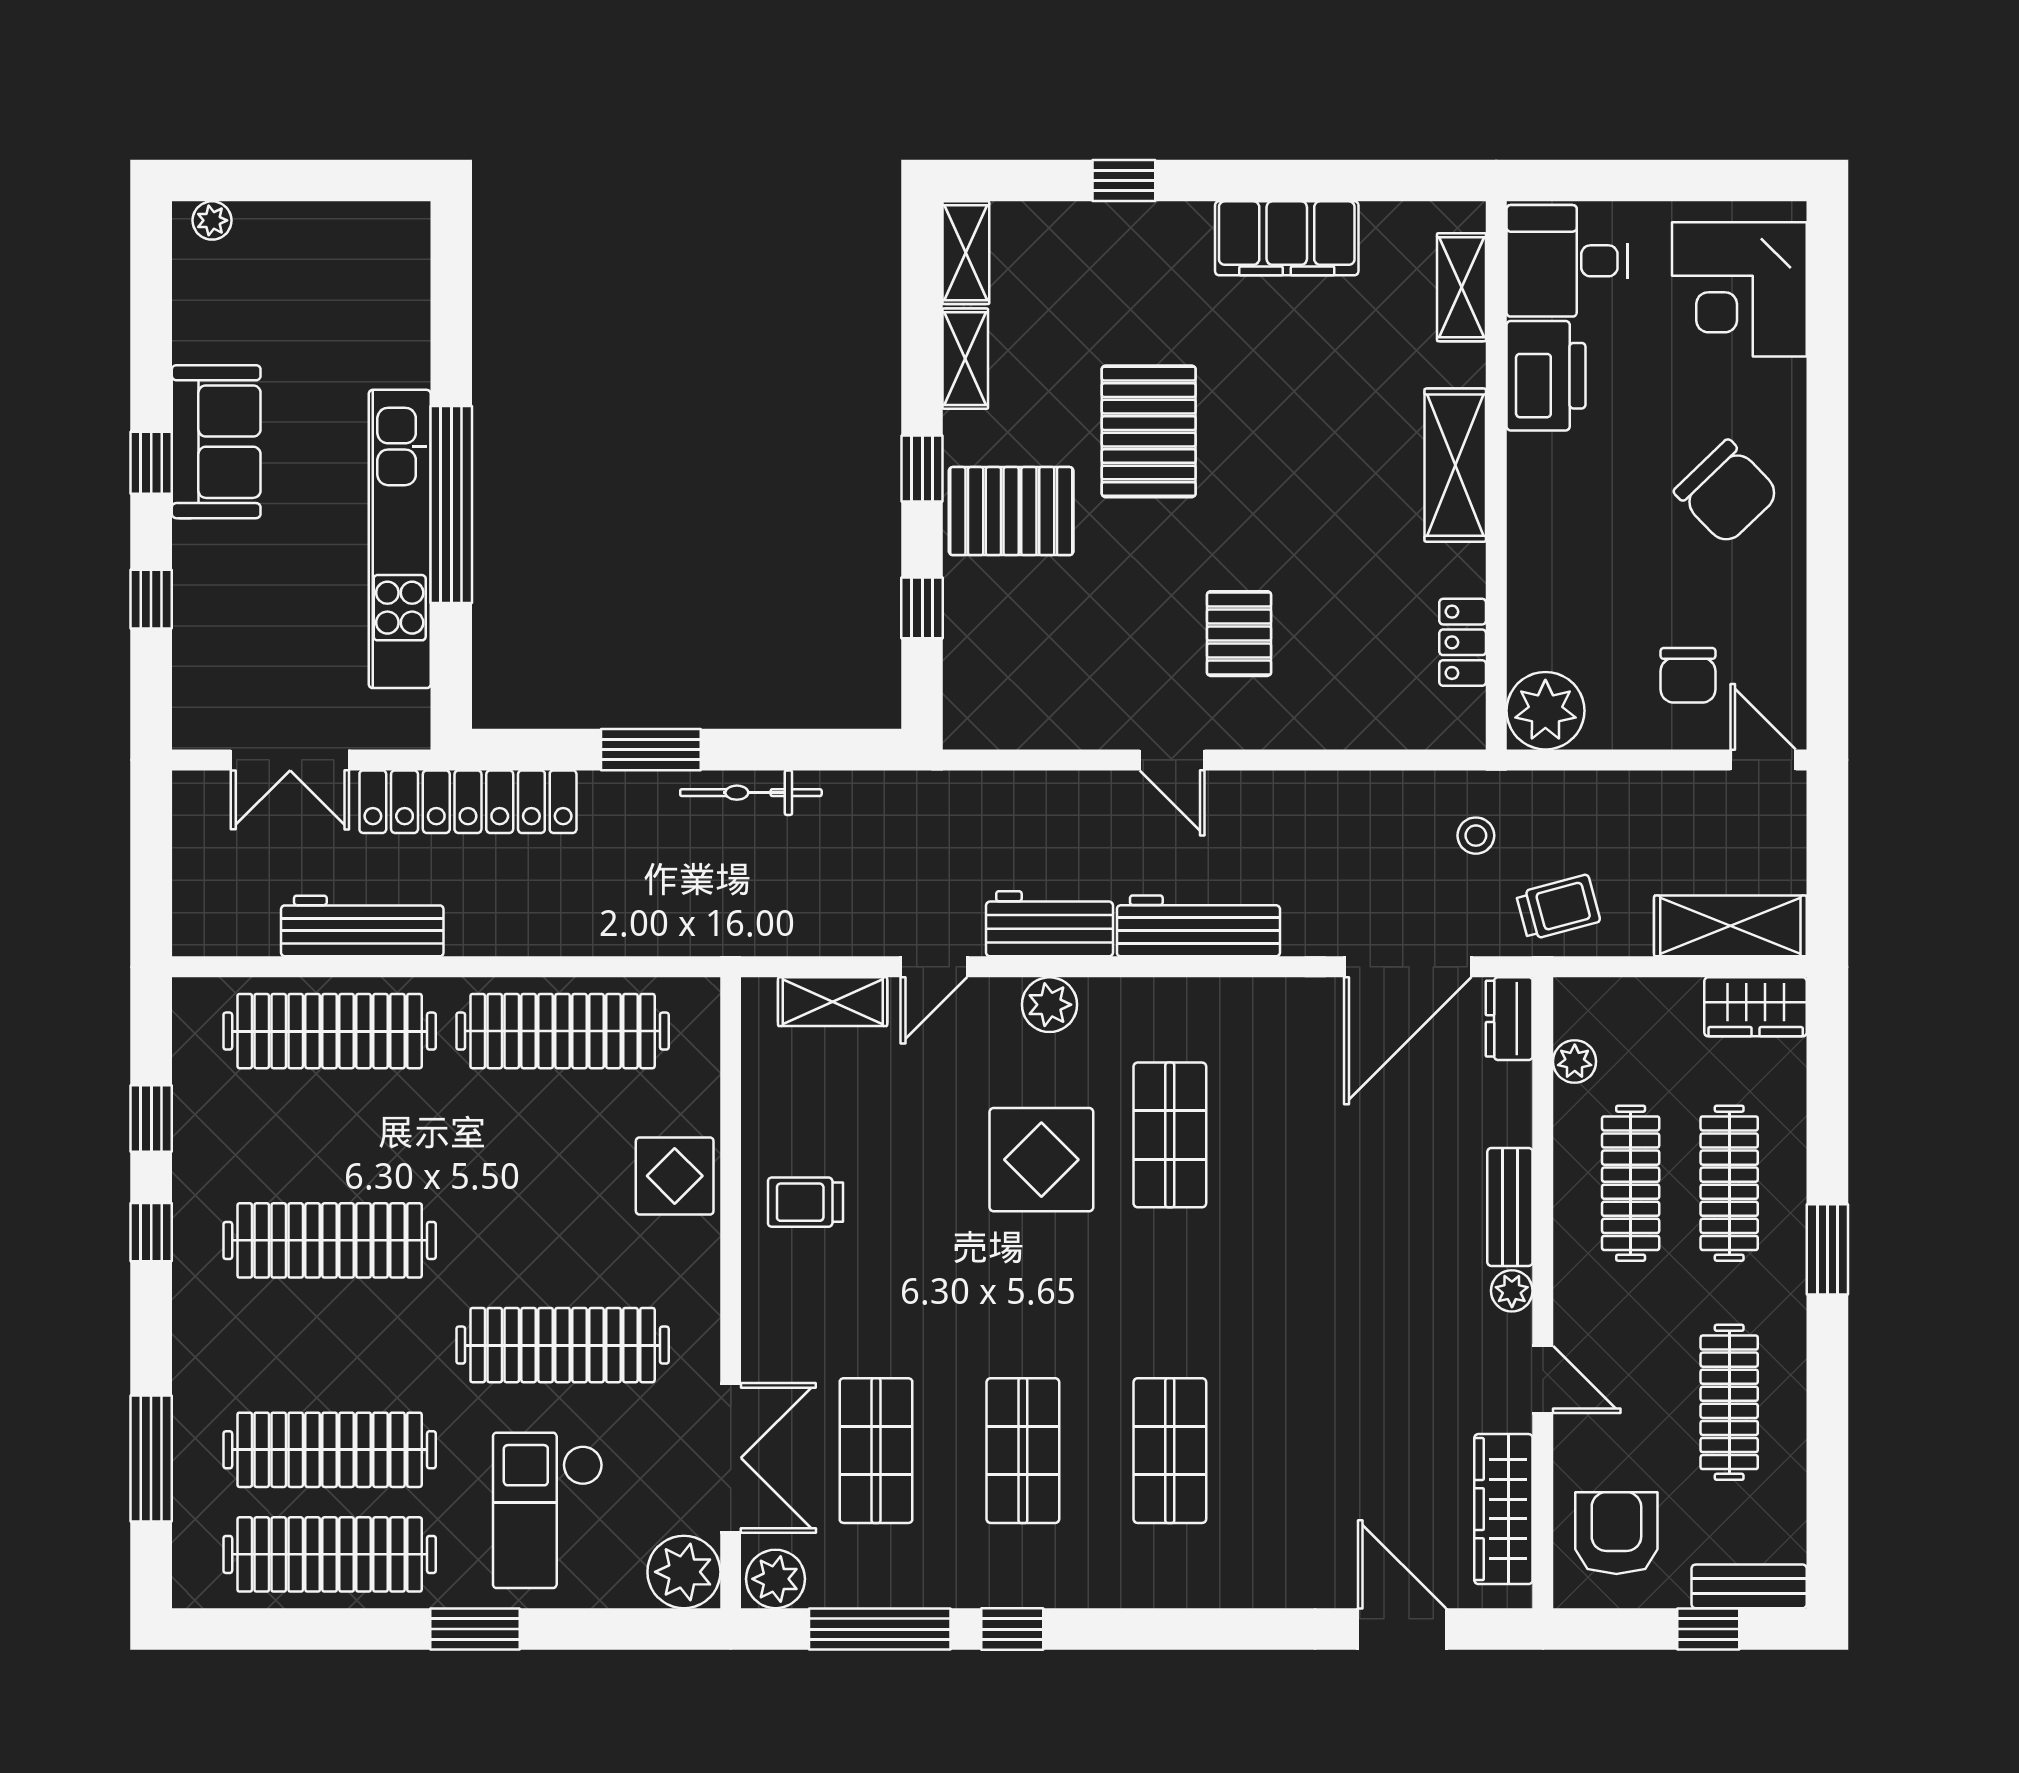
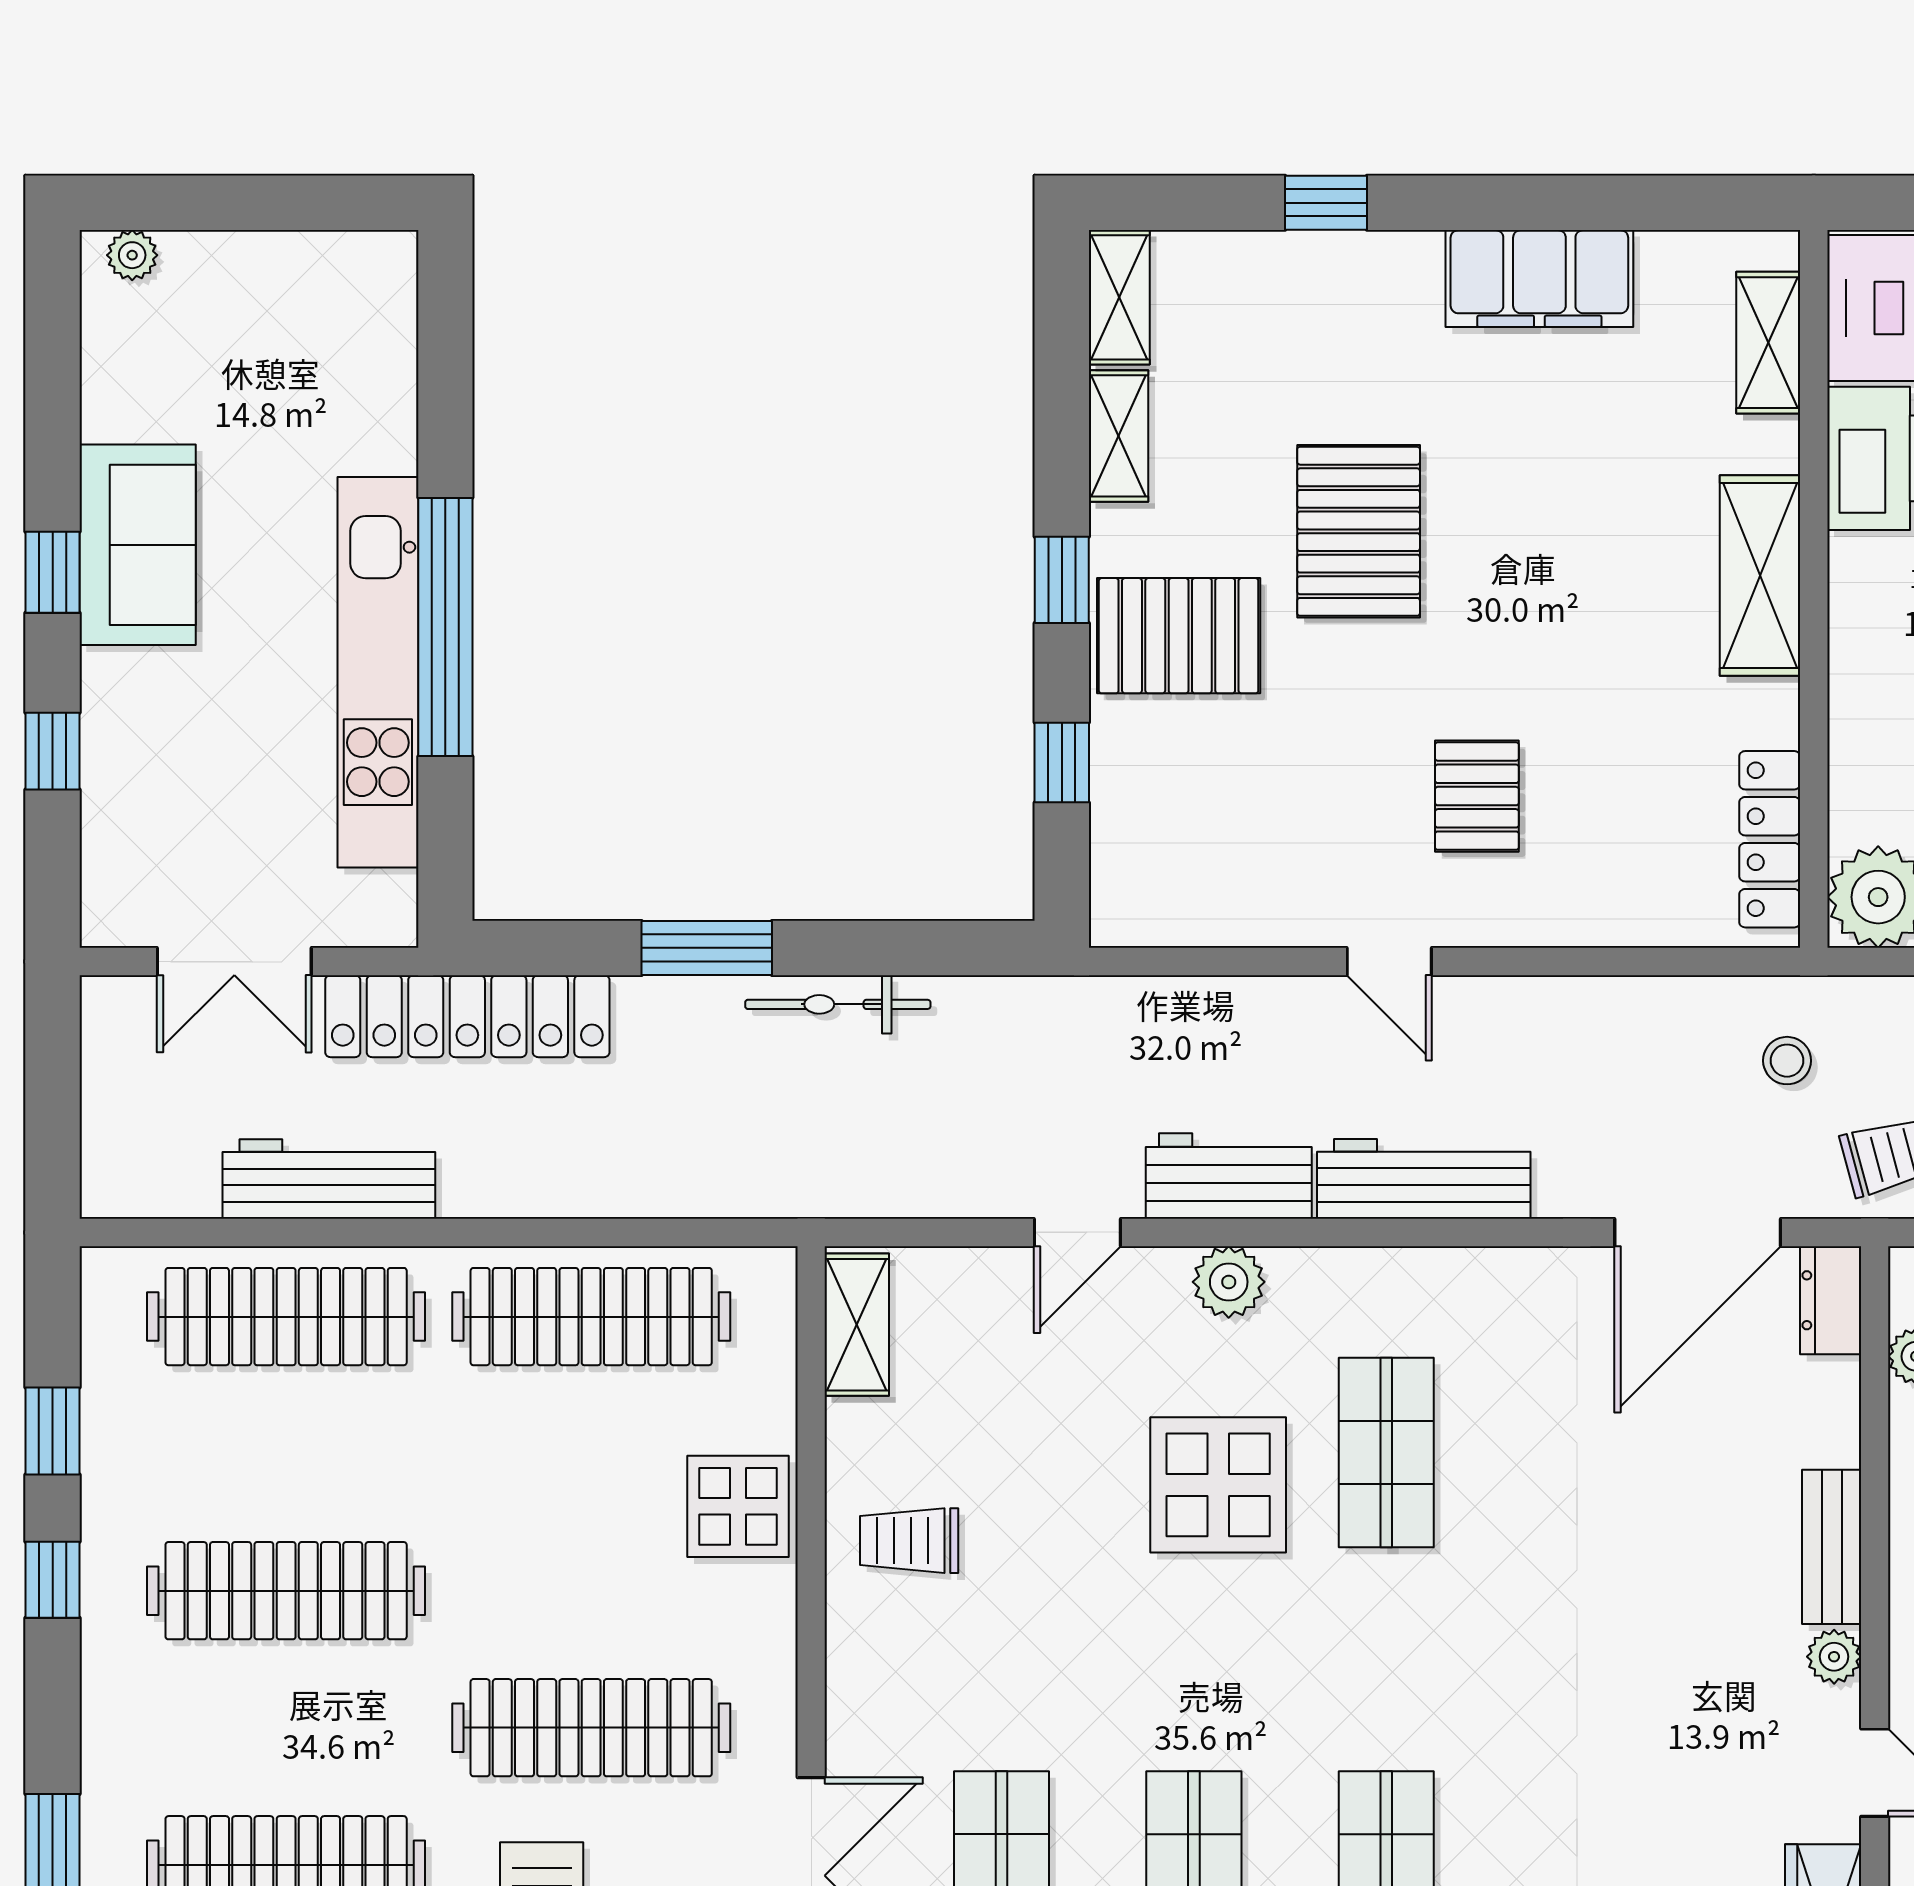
locker: (1463, 642) -> (1770, 839), width x1.53
shelving: (833, 1002) -> (857, 1325), moved, turned 90

